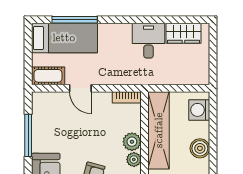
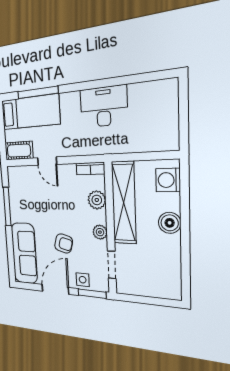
wardrobe: (183, 33) -> (148, 93), removed
desk: (149, 41) -> (103, 107), width x1.37
plant: (132, 142) -> (97, 200), moved

